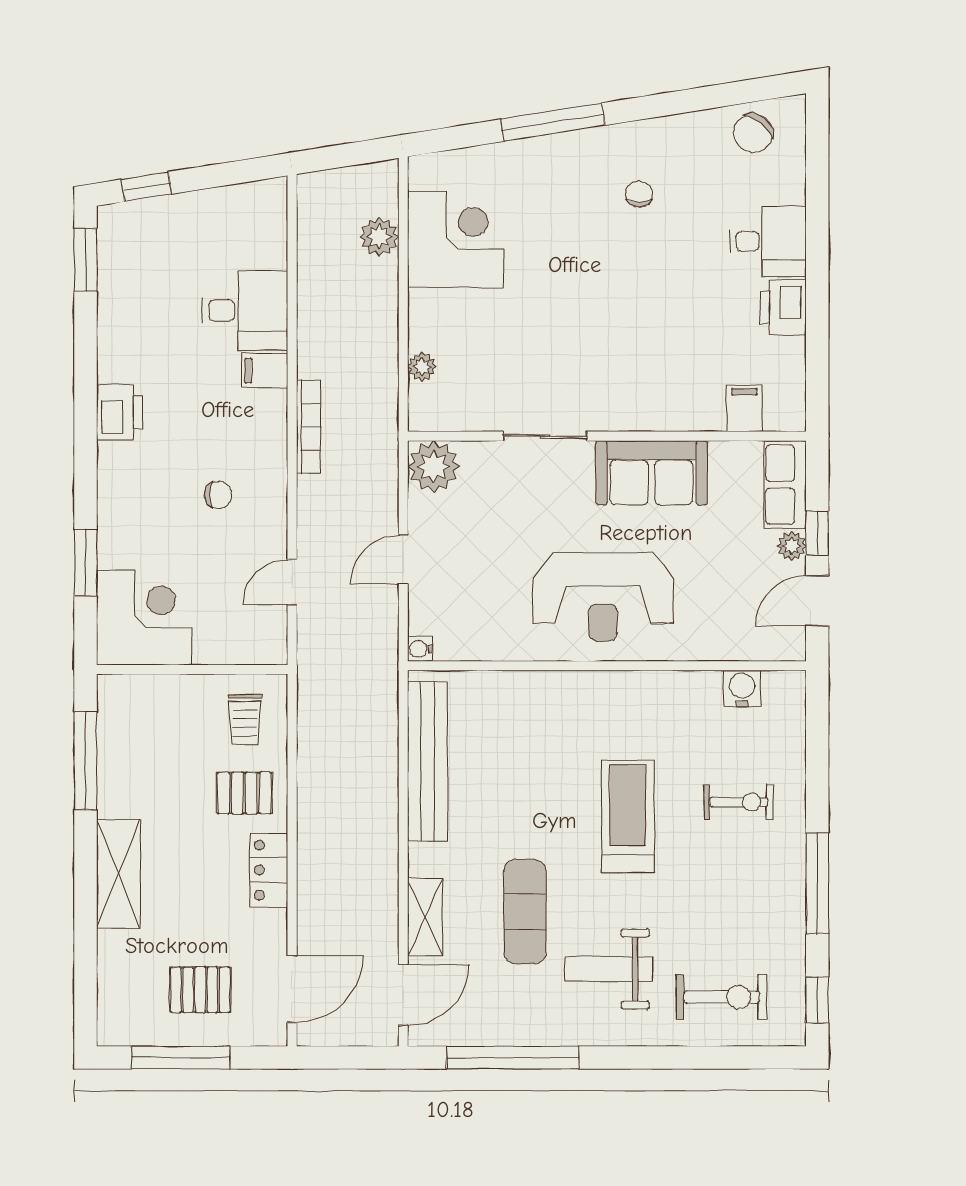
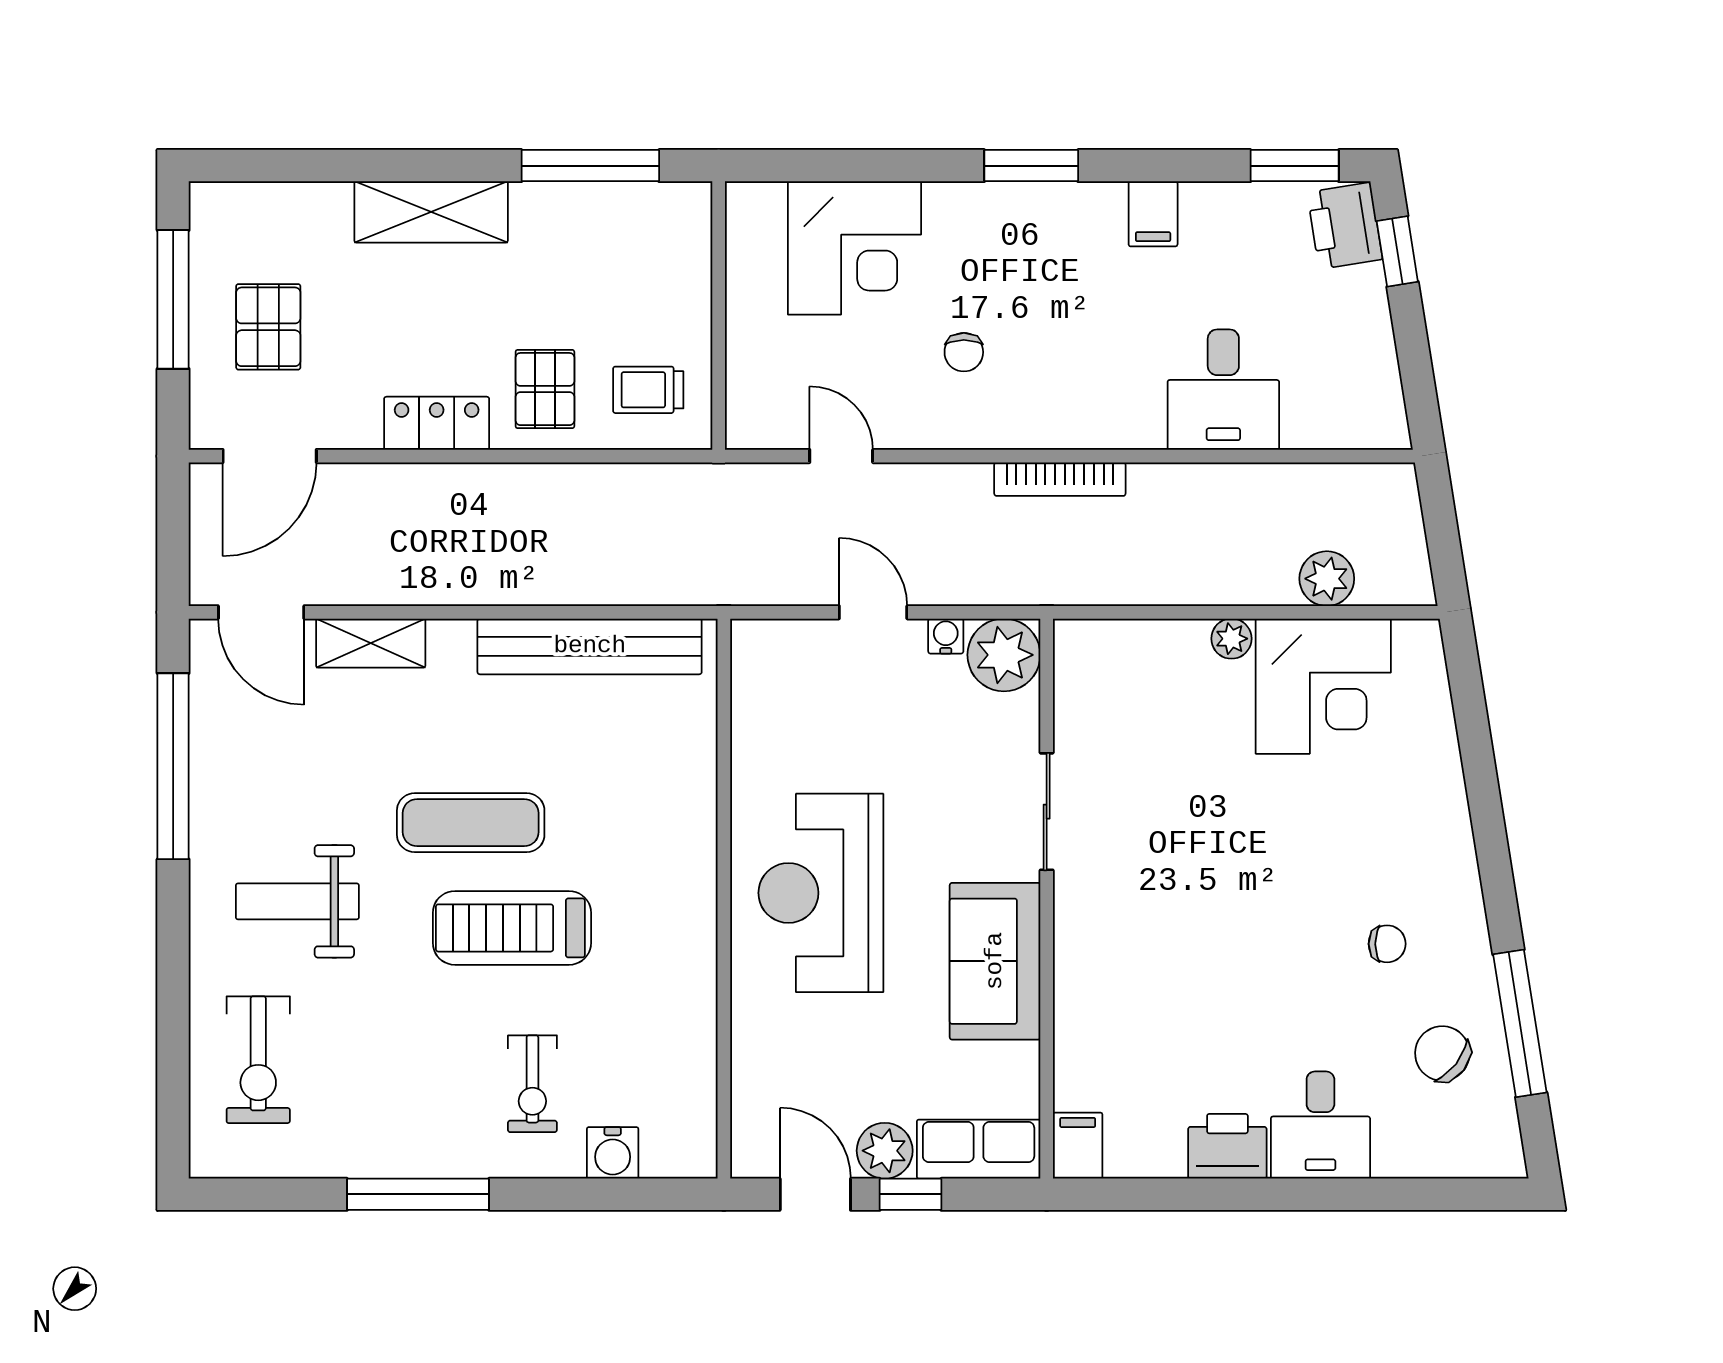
window: (553, 122) -> (1520, 1023), moved
chair: (753, 133) -> (1442, 1053), moved
plant: (422, 367) -> (1231, 639), moved
filing cabinet: (264, 371) -> (1153, 214), moved, turned 180
filing cabinet: (744, 408) -> (1078, 1146), moved, turned -90
printer: (120, 412) -> (1345, 226), moved, turned 81
plant: (792, 546) -> (885, 1151), width x1.38, depth x1.38
window: (86, 563) -> (1031, 166), moved
corner desk: (144, 618) -> (855, 248), moved
water cooler: (420, 649) -> (946, 636), moved
water cooler: (742, 689) -> (613, 1153), moved, turned 90
treadmill: (628, 816) -> (512, 928), turned 180
exercise mat: (525, 912) -> (471, 823), moved
weight bench: (609, 969) -> (297, 901), turned -90
door: (292, 989) -> (270, 456), hinge flipped
window: (817, 1000) -> (254, 1194), removed

